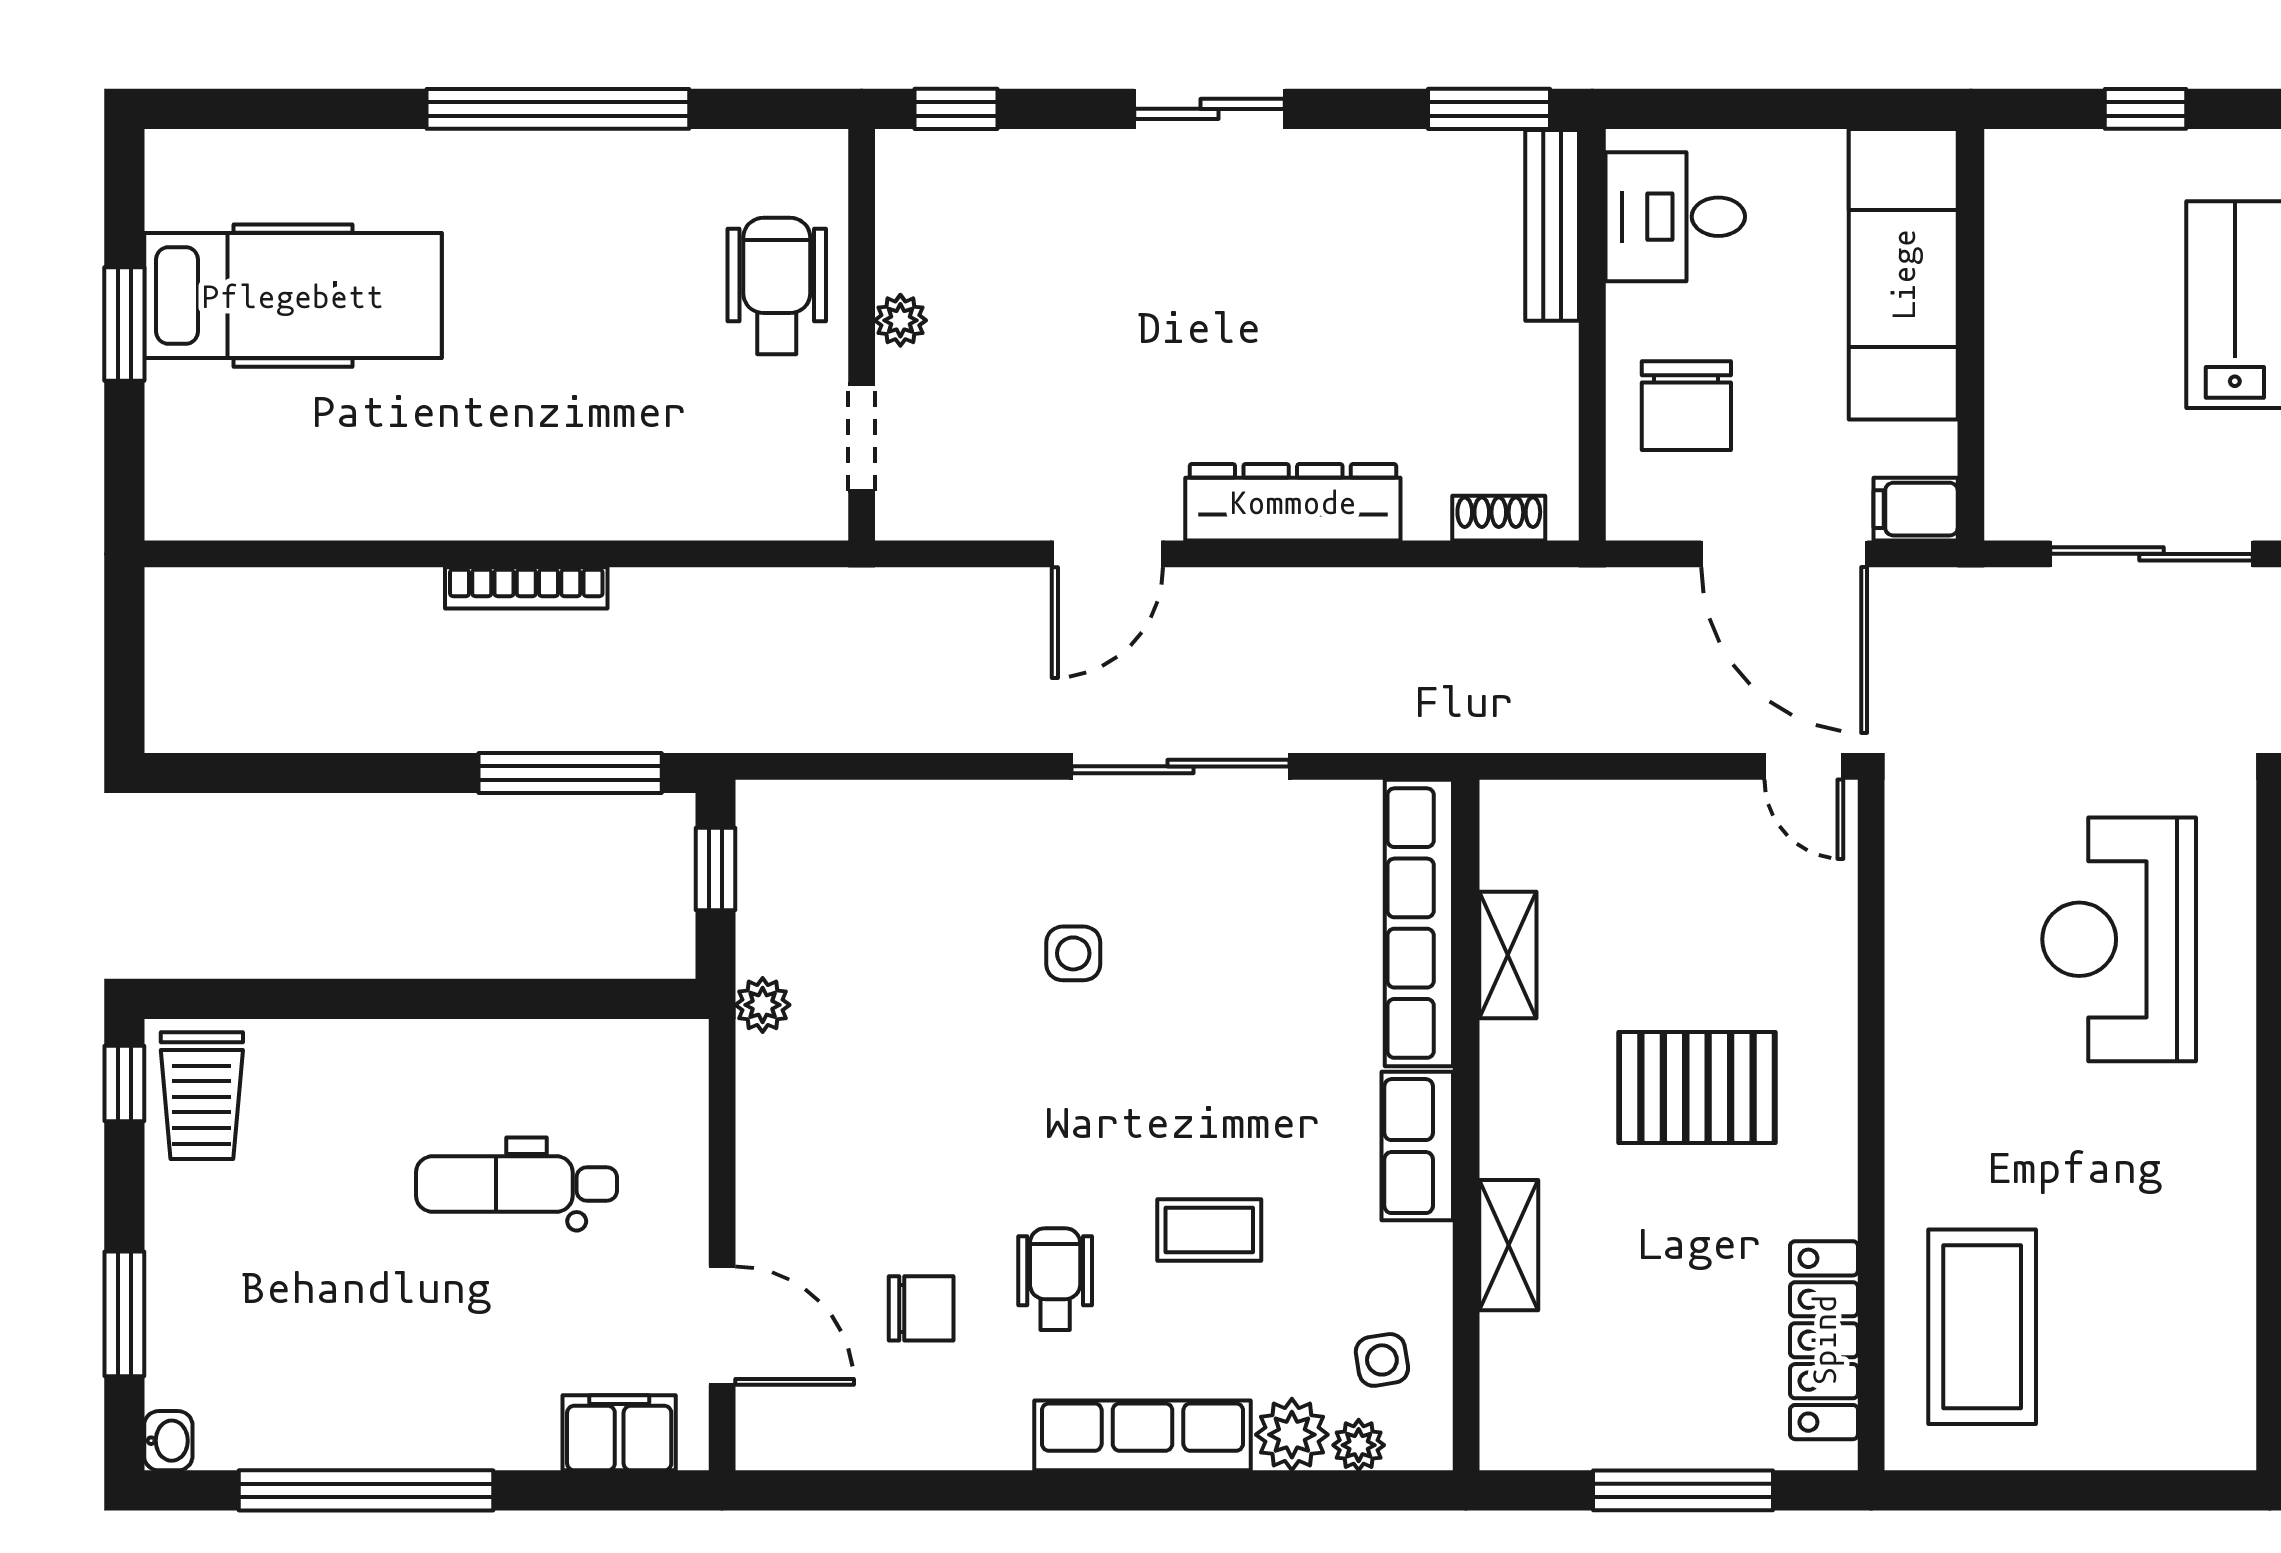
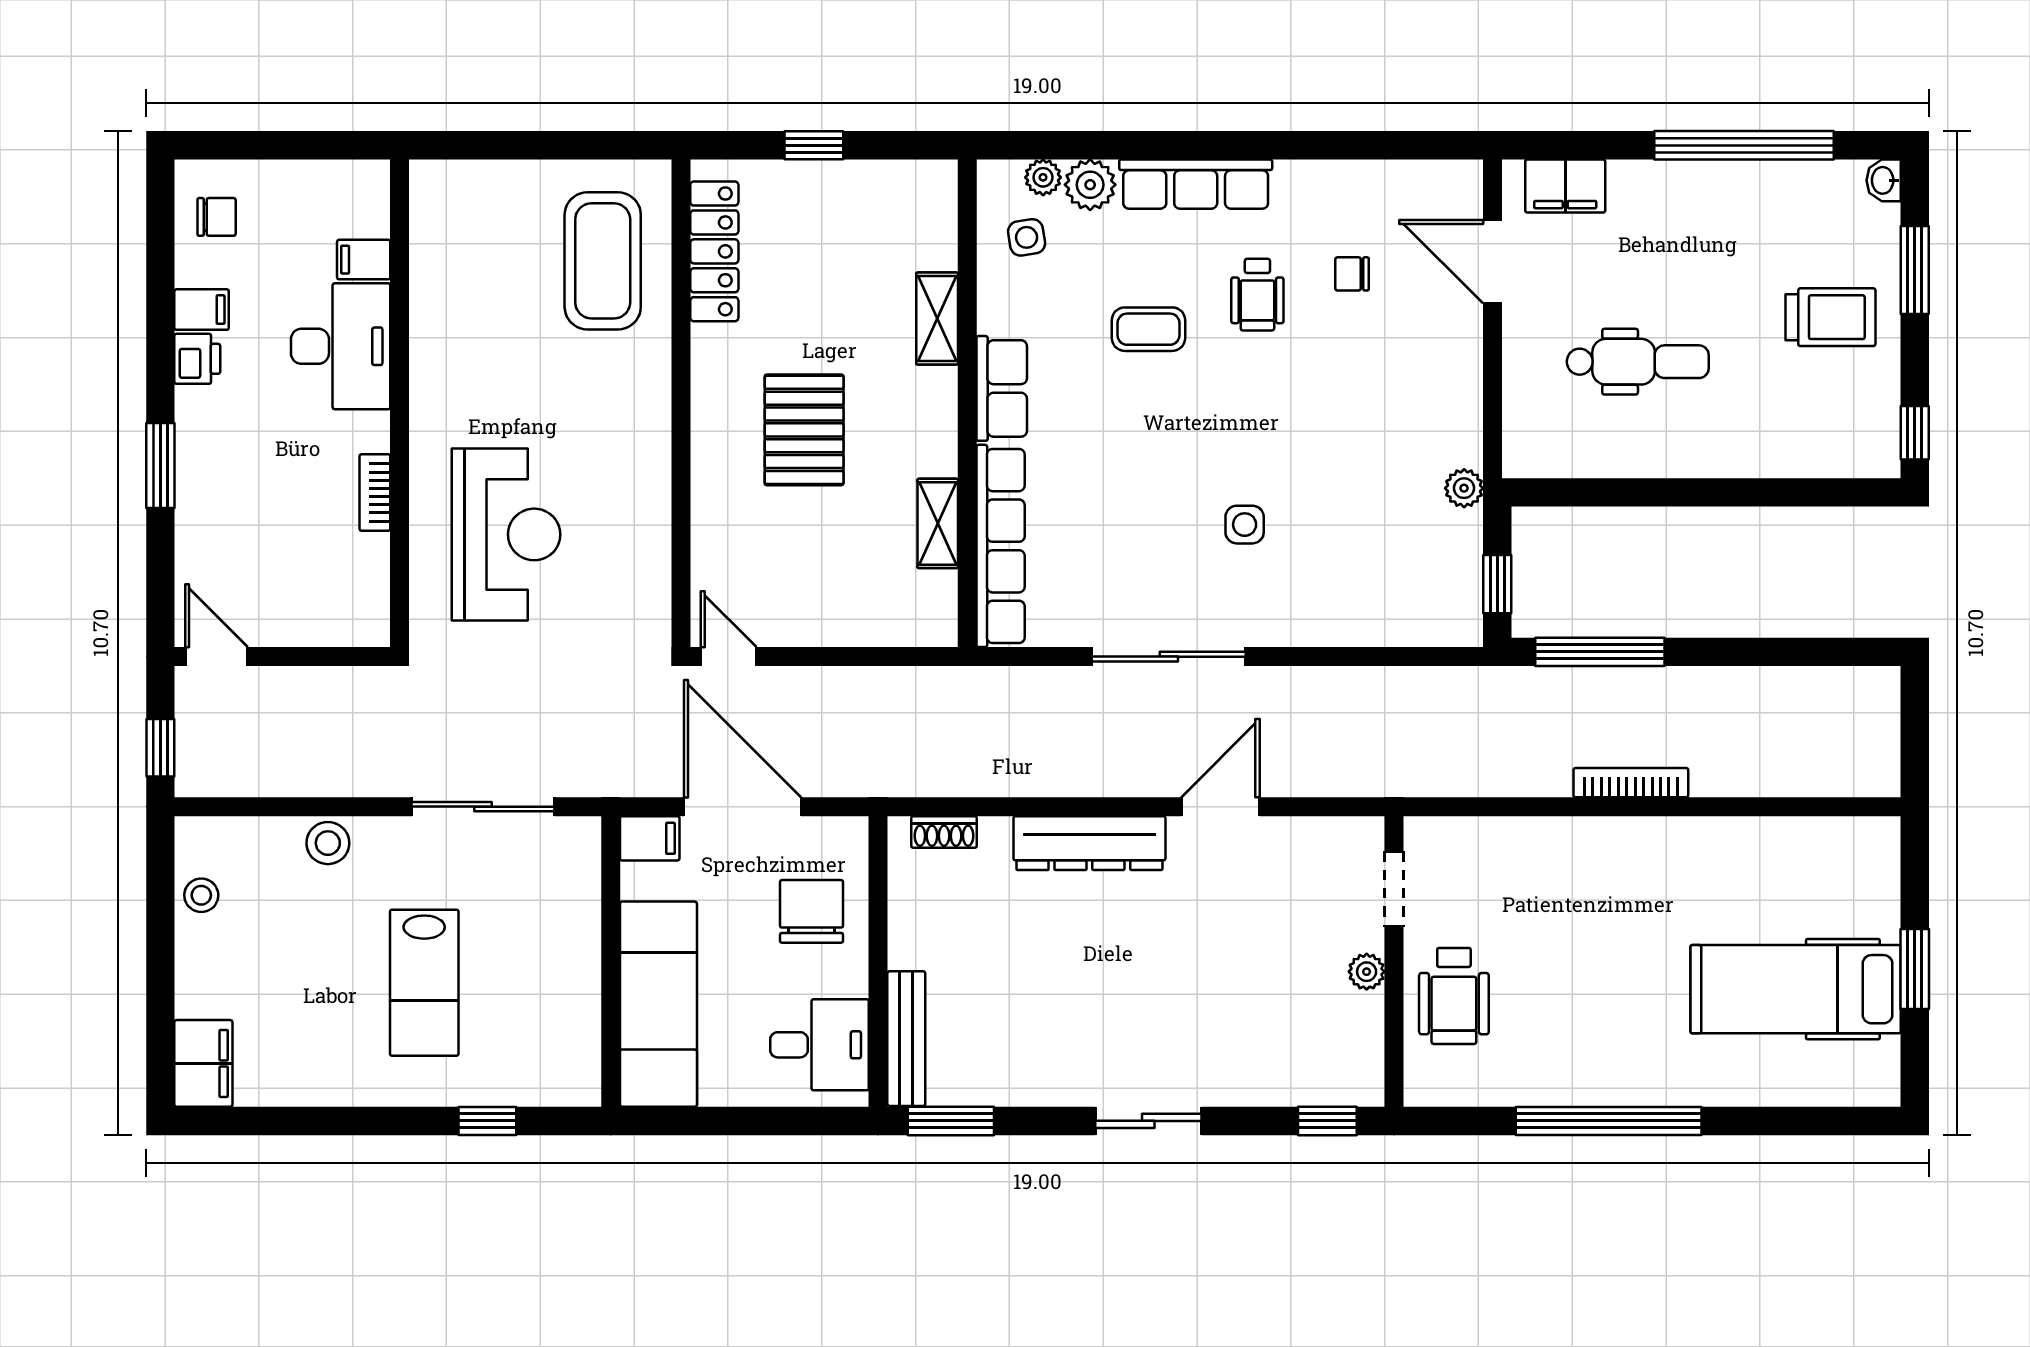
pallet: (1697, 1087) -> (804, 430), turned 90
trolley: (202, 1096) -> (1831, 317), moved, turned 90
chair: (921, 1308) -> (1352, 274), width x0.73, depth x0.73
window: (1683, 1490) -> (814, 145), width x0.46

